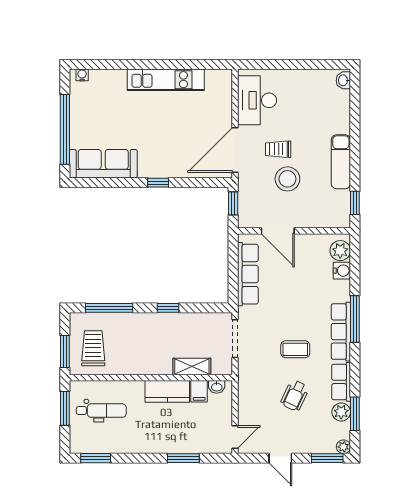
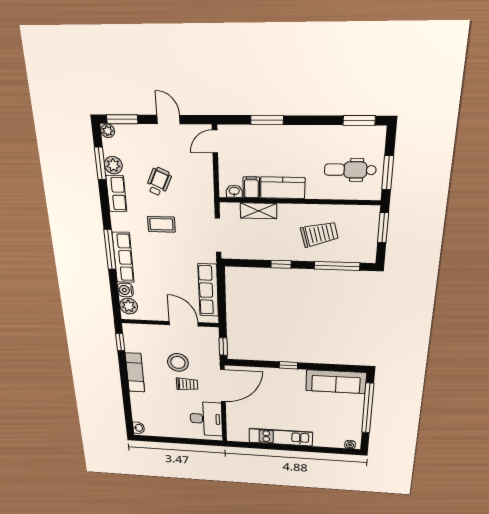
row of seats: (341, 332) -> (123, 257), moved
trolley: (93, 348) -> (319, 234), moved, turned -105

